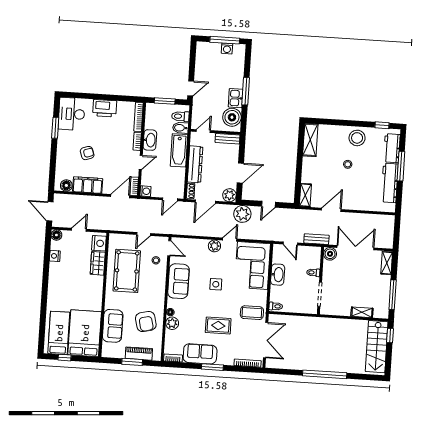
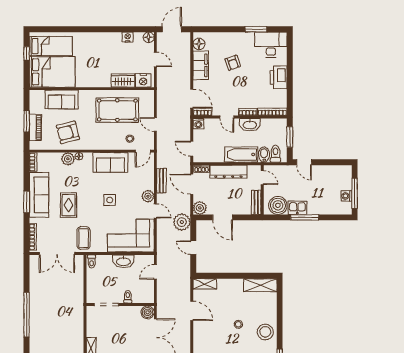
bench: (316, 239) -> (161, 181), moved
sofa: (200, 354) -> (39, 195), width x1.36

